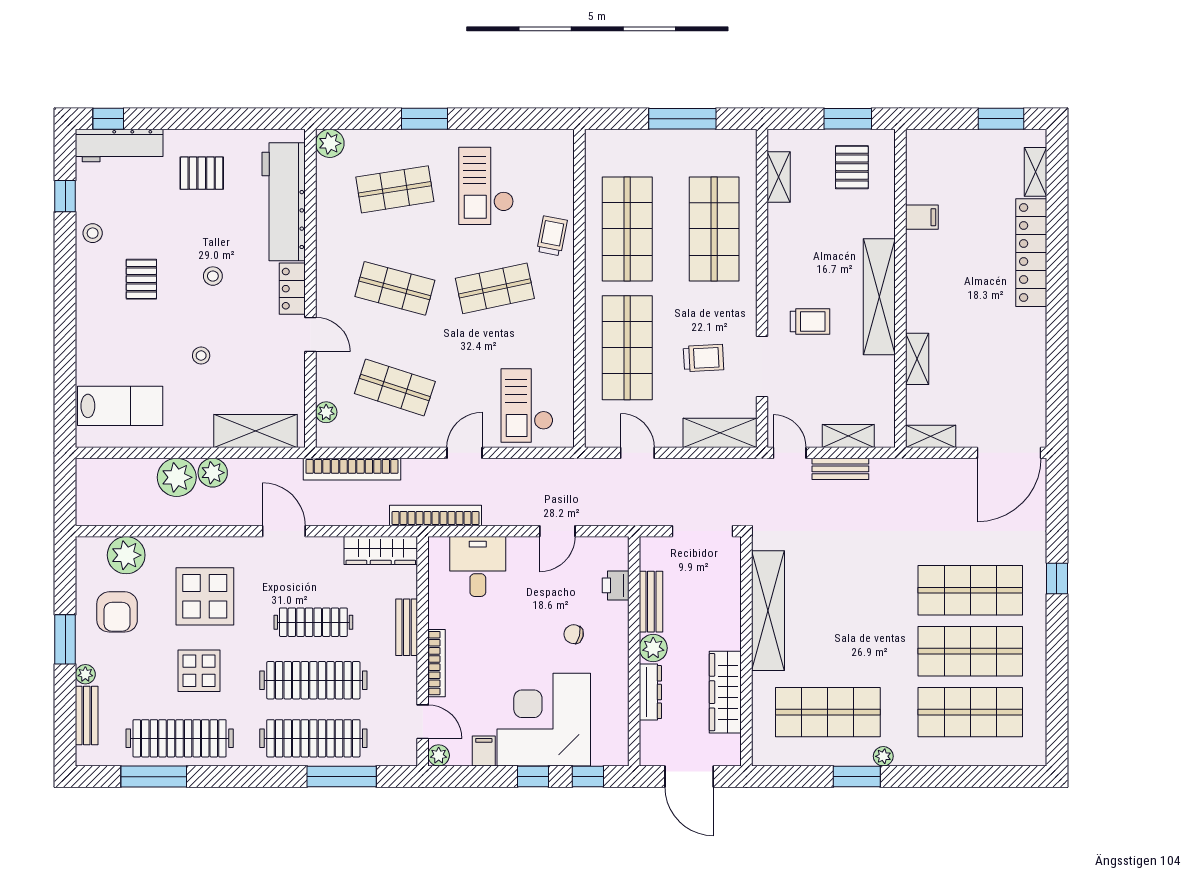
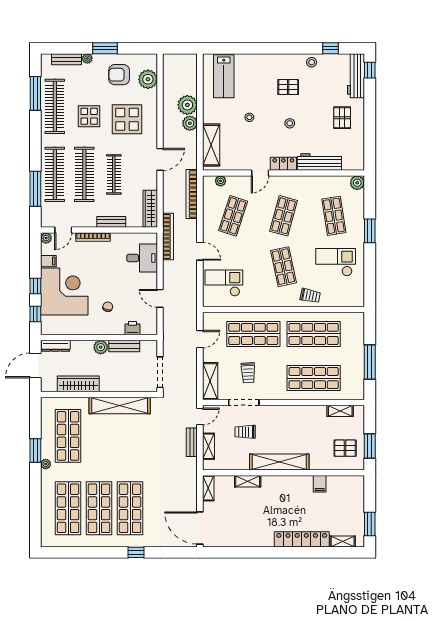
workbench: (284, 202) -> (319, 162), width x0.73, depth x0.76
trolley: (810, 321) -> (245, 432), moved, turned 90
dresser: (650, 692) -> (56, 346), moved

